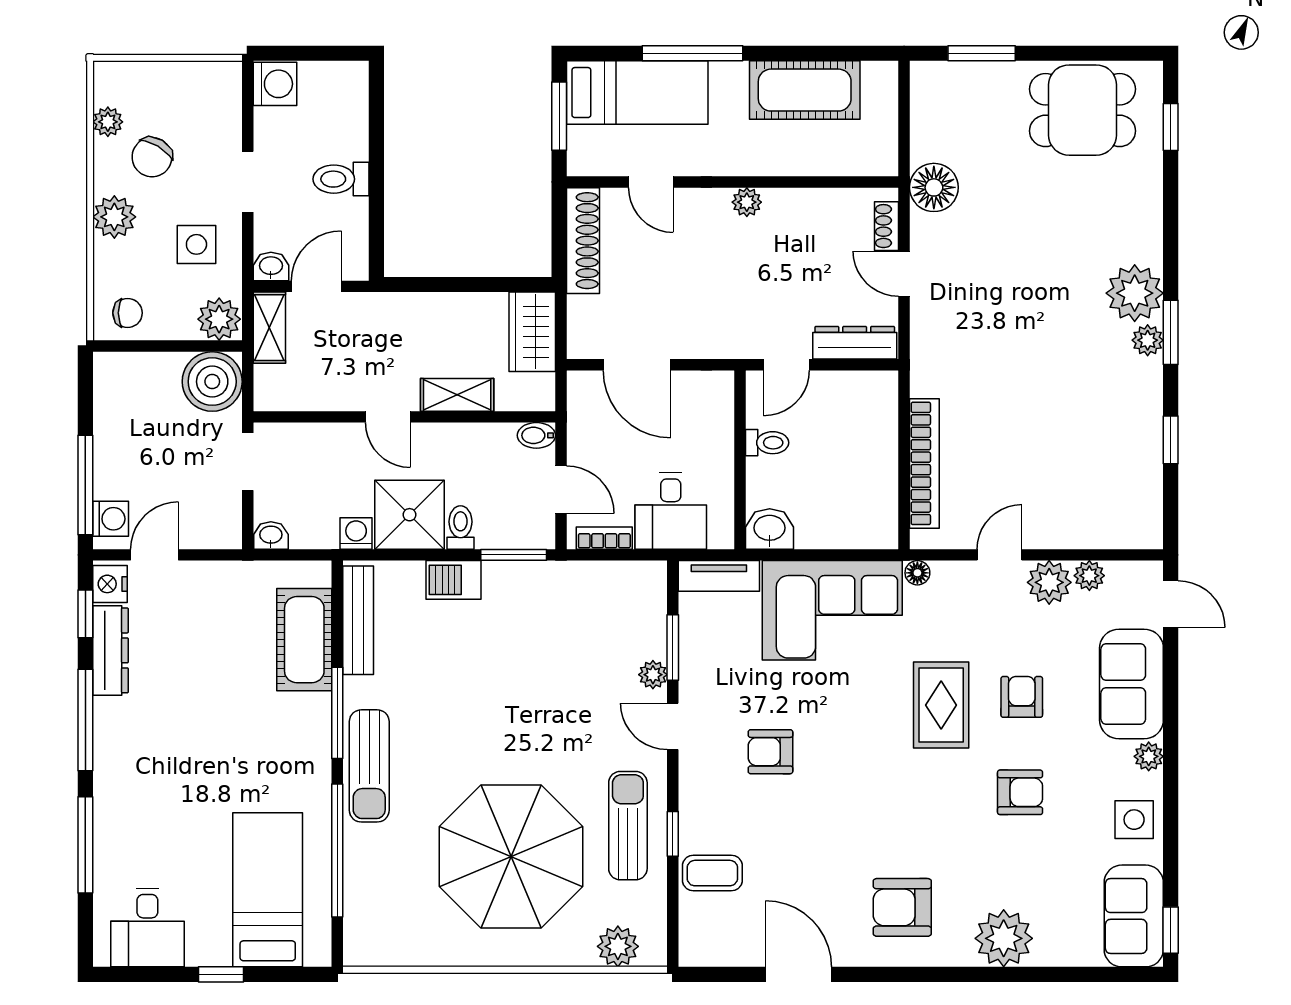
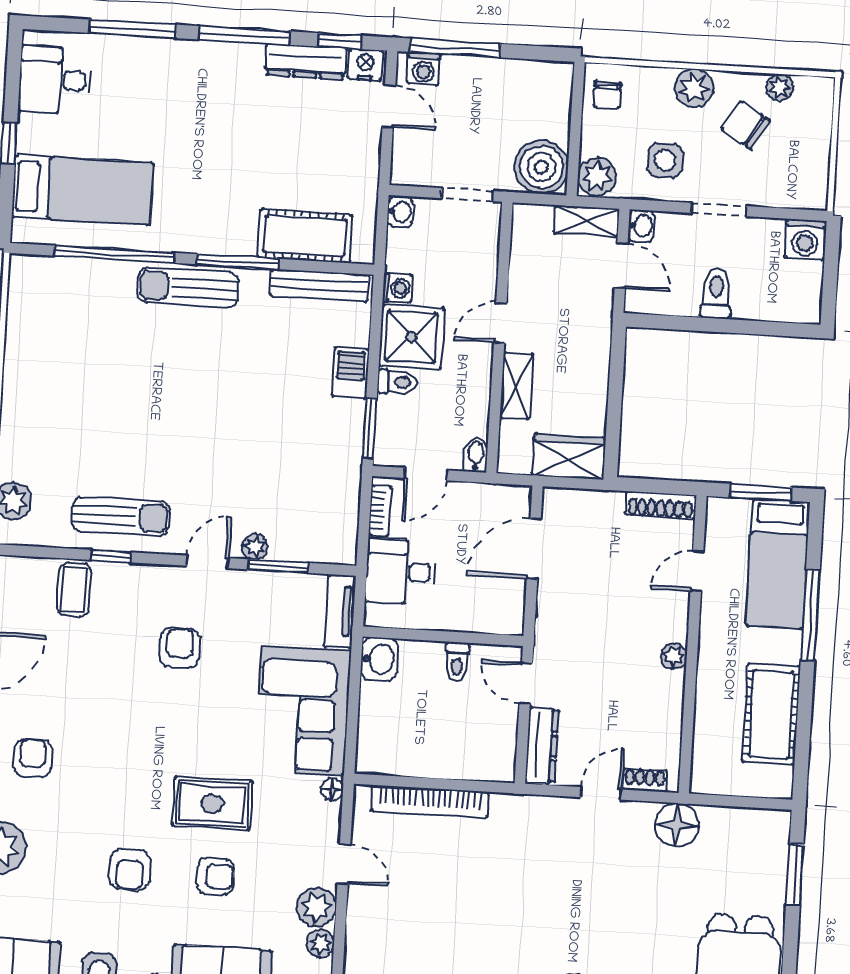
shoe rack: (583, 241) -> (661, 505), width x0.74, depth x0.81
parasol: (511, 856) -> (99, 410), removed
armchair: (902, 907) -> (33, 758), width x0.72, depth x0.72

